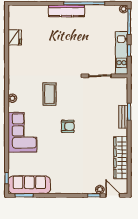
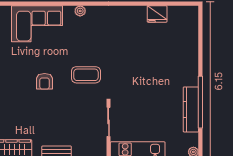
kitchen counter: (67, 11) -> (191, 109), moved
coffee table: (49, 94) -> (86, 75), moved

